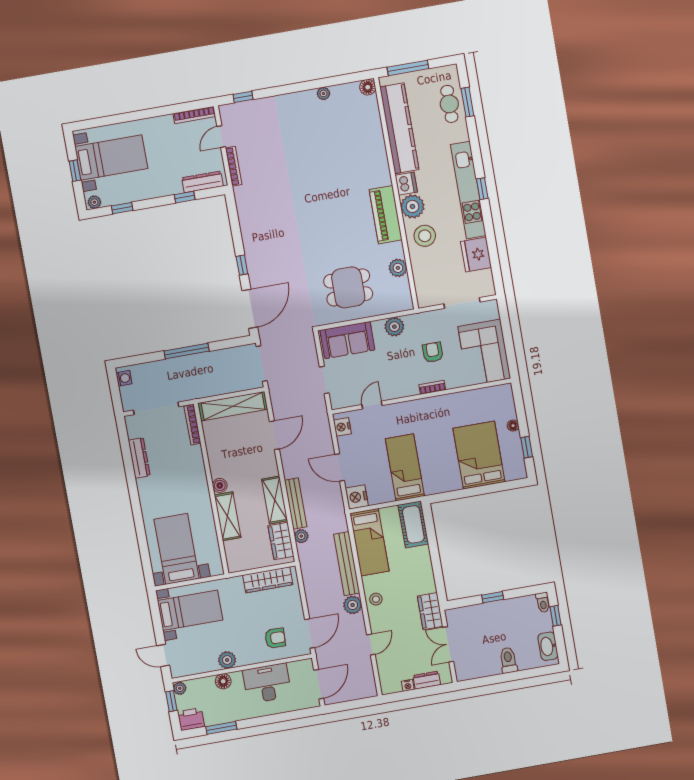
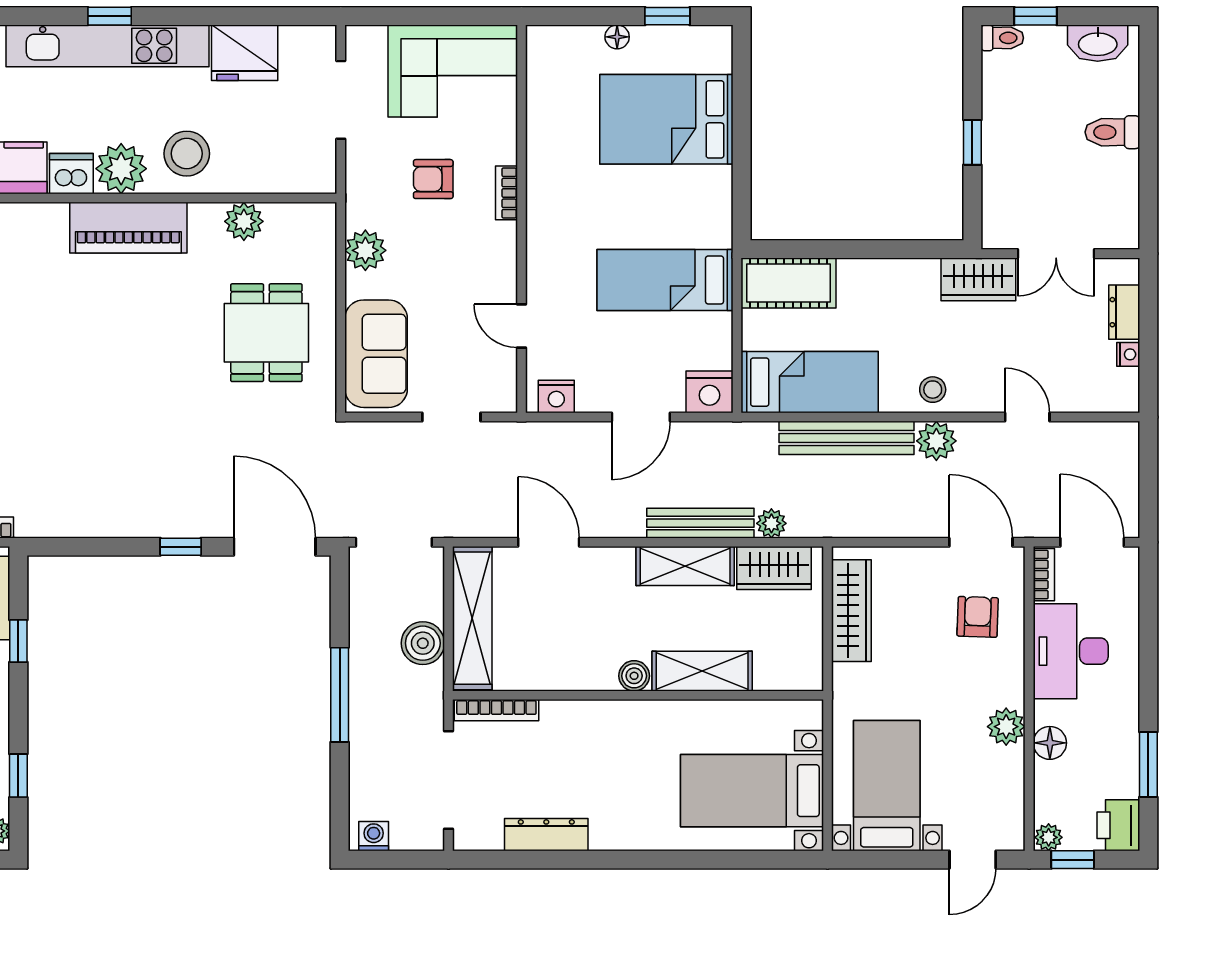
boiler: (217, 385) -> (423, 643), added
bookcase: (300, 665) -> (1044, 575), added

